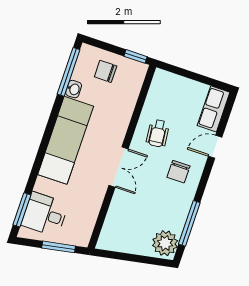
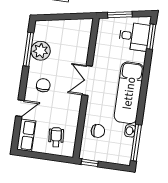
chair: (106, 71) -> (98, 131), moved
wheelchair: (158, 133) -> (56, 137), moved
plant: (165, 243) -> (41, 51), moved

